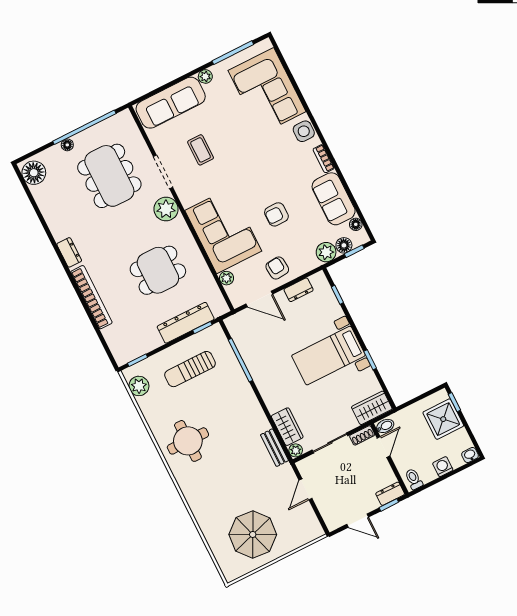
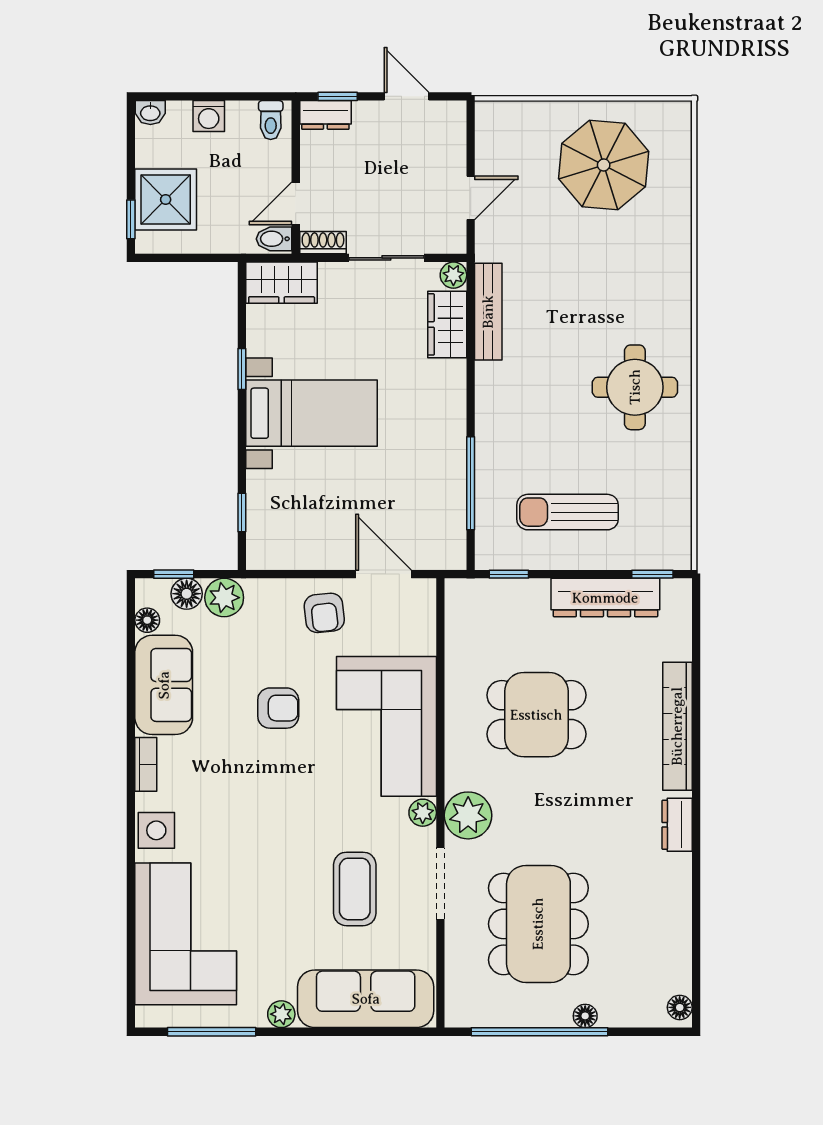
coffee table: (201, 150) -> (355, 889), width x1.36, depth x1.30
floor lamp: (34, 173) -> (680, 1007), width x0.53, depth x0.53
plant: (226, 278) -> (423, 813), moved
dresser: (299, 290) -> (306, 556), removed
dresser: (186, 323) -> (605, 598), moved
sun lounger: (190, 369) -> (568, 512), turned 180
plant: (139, 386) -> (673, 528), removed
bench: (275, 448) -> (488, 312), width x1.36

